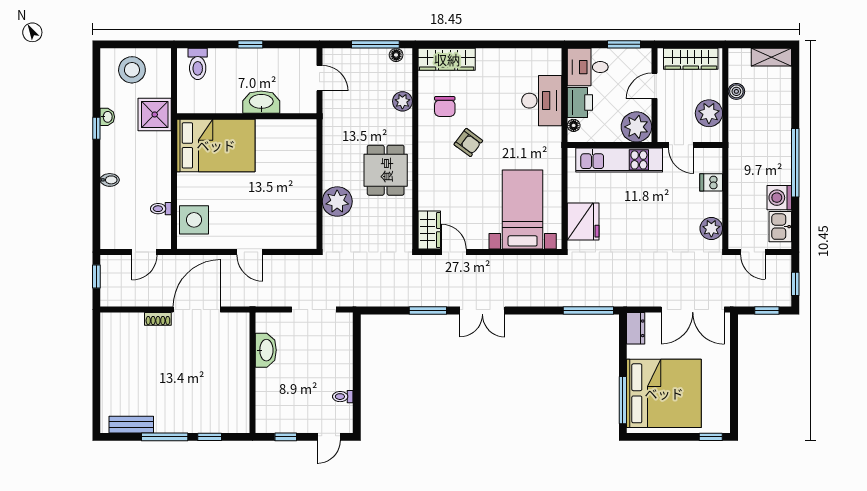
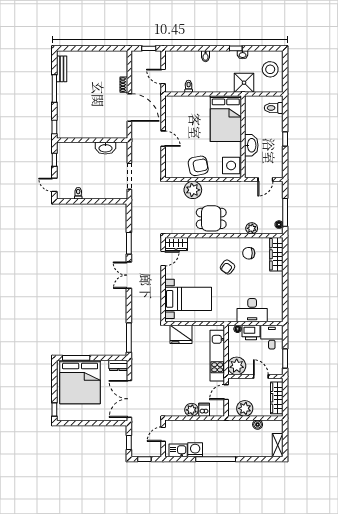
armchair: (296, 192) -> (198, 166), added
side table: (194, 220) -> (231, 165), moved
plant: (711, 228) -> (191, 410), moved
door: (250, 252) -> (163, 139), swing flipped
window: (210, 437) -> (54, 127), moved

